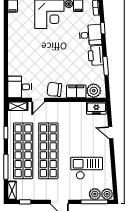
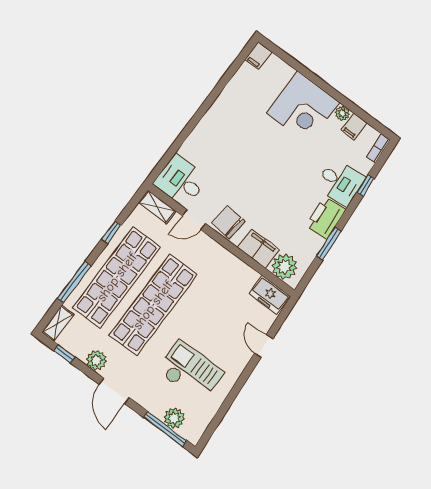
plant: (107, 194) -> (96, 360), moved

